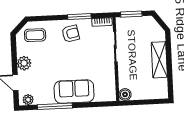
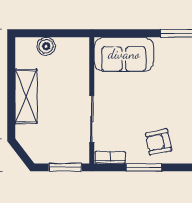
sofa: (74, 91) -> (124, 54), moved
boiler: (125, 94) -> (46, 46), moved

